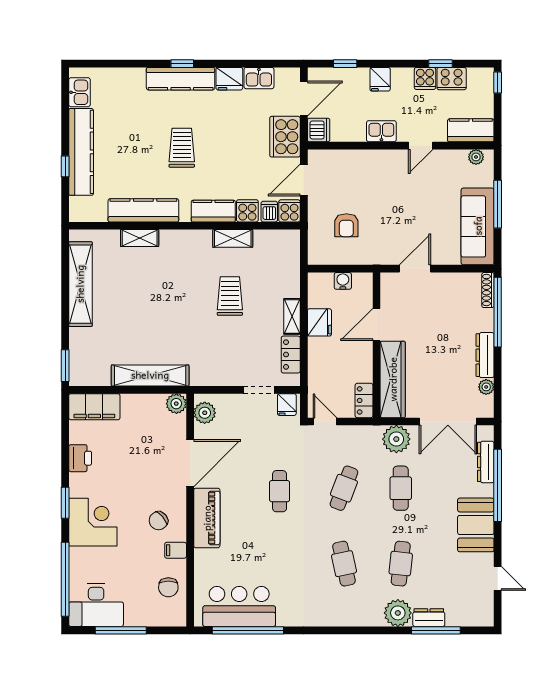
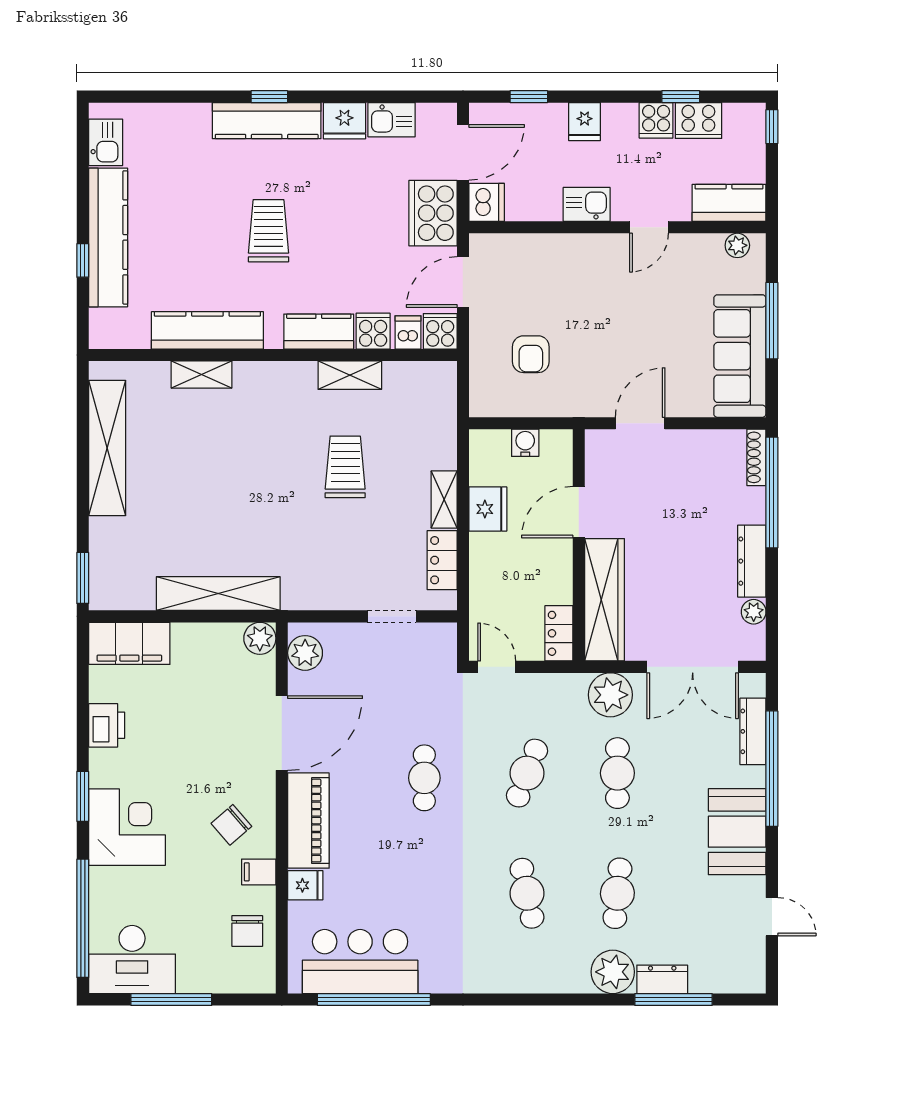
fridge: (287, 405) -> (305, 885), moved, turned -90

